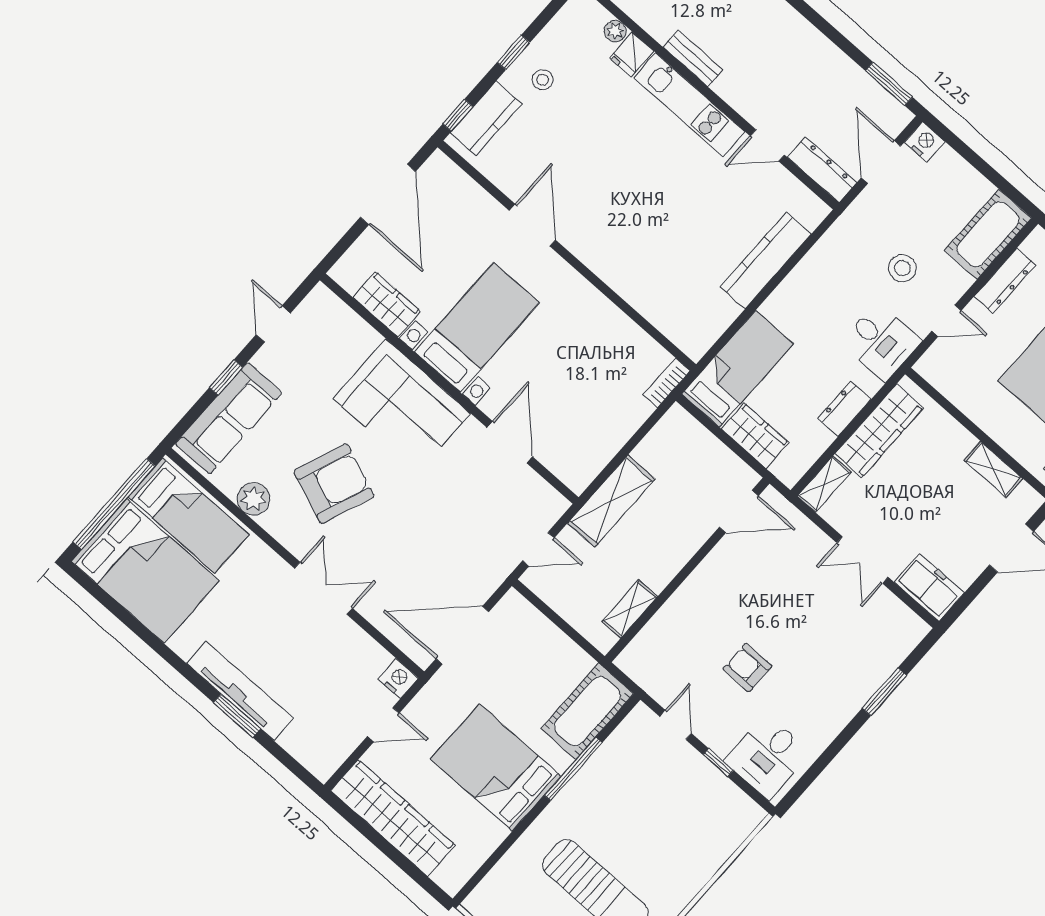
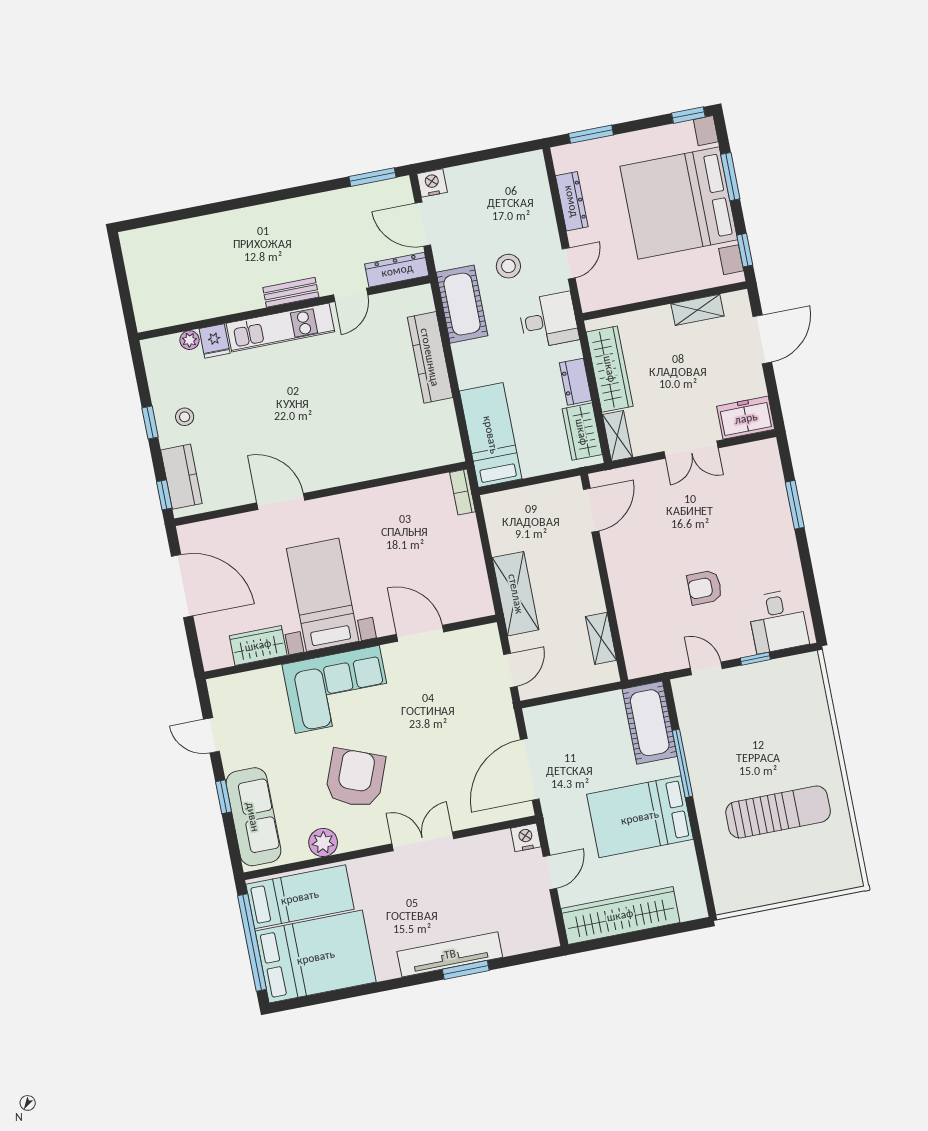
bench: (693, 58) -> (291, 292), moved
cot: (988, 234) -> (462, 304), moved
wardrobe: (755, 436) -> (582, 432), moved, turned -90

